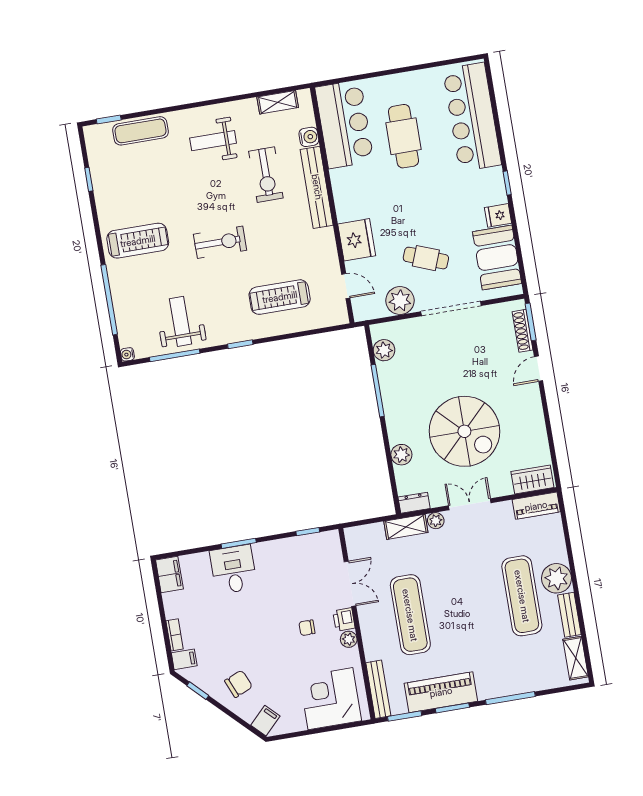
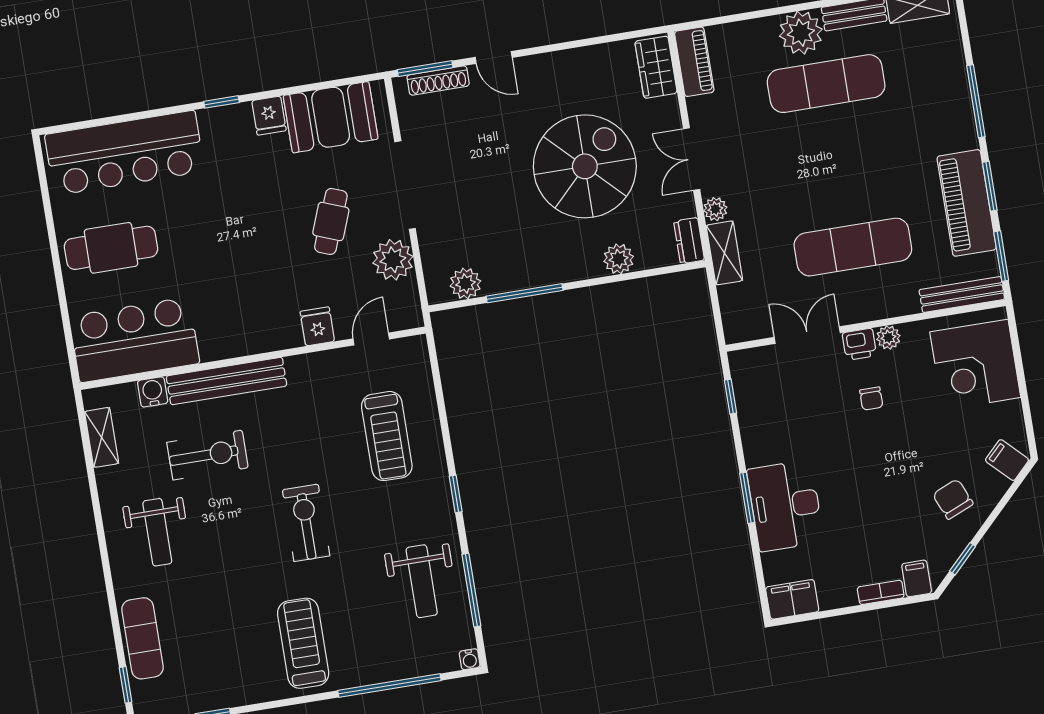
cafe table: (404, 136) -> (111, 248), moved
fridge: (357, 240) -> (317, 326), width x0.53, depth x0.75
weight bench: (181, 321) -> (422, 581), turned -90
desk: (233, 569) -> (785, 506), width x1.37

